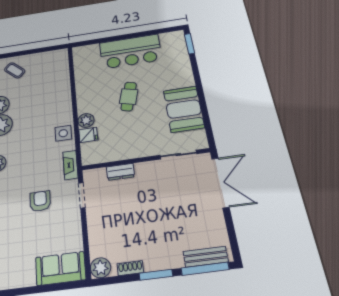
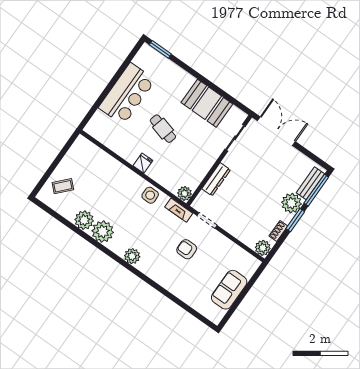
plant: (86, 120) -> (185, 193), moved
fridge: (88, 135) -> (143, 163), moved
dresser: (120, 172) -> (216, 179), width x1.44
plant: (169, 256) -> (291, 203), added
sofa: (61, 268) -> (229, 290), moved

